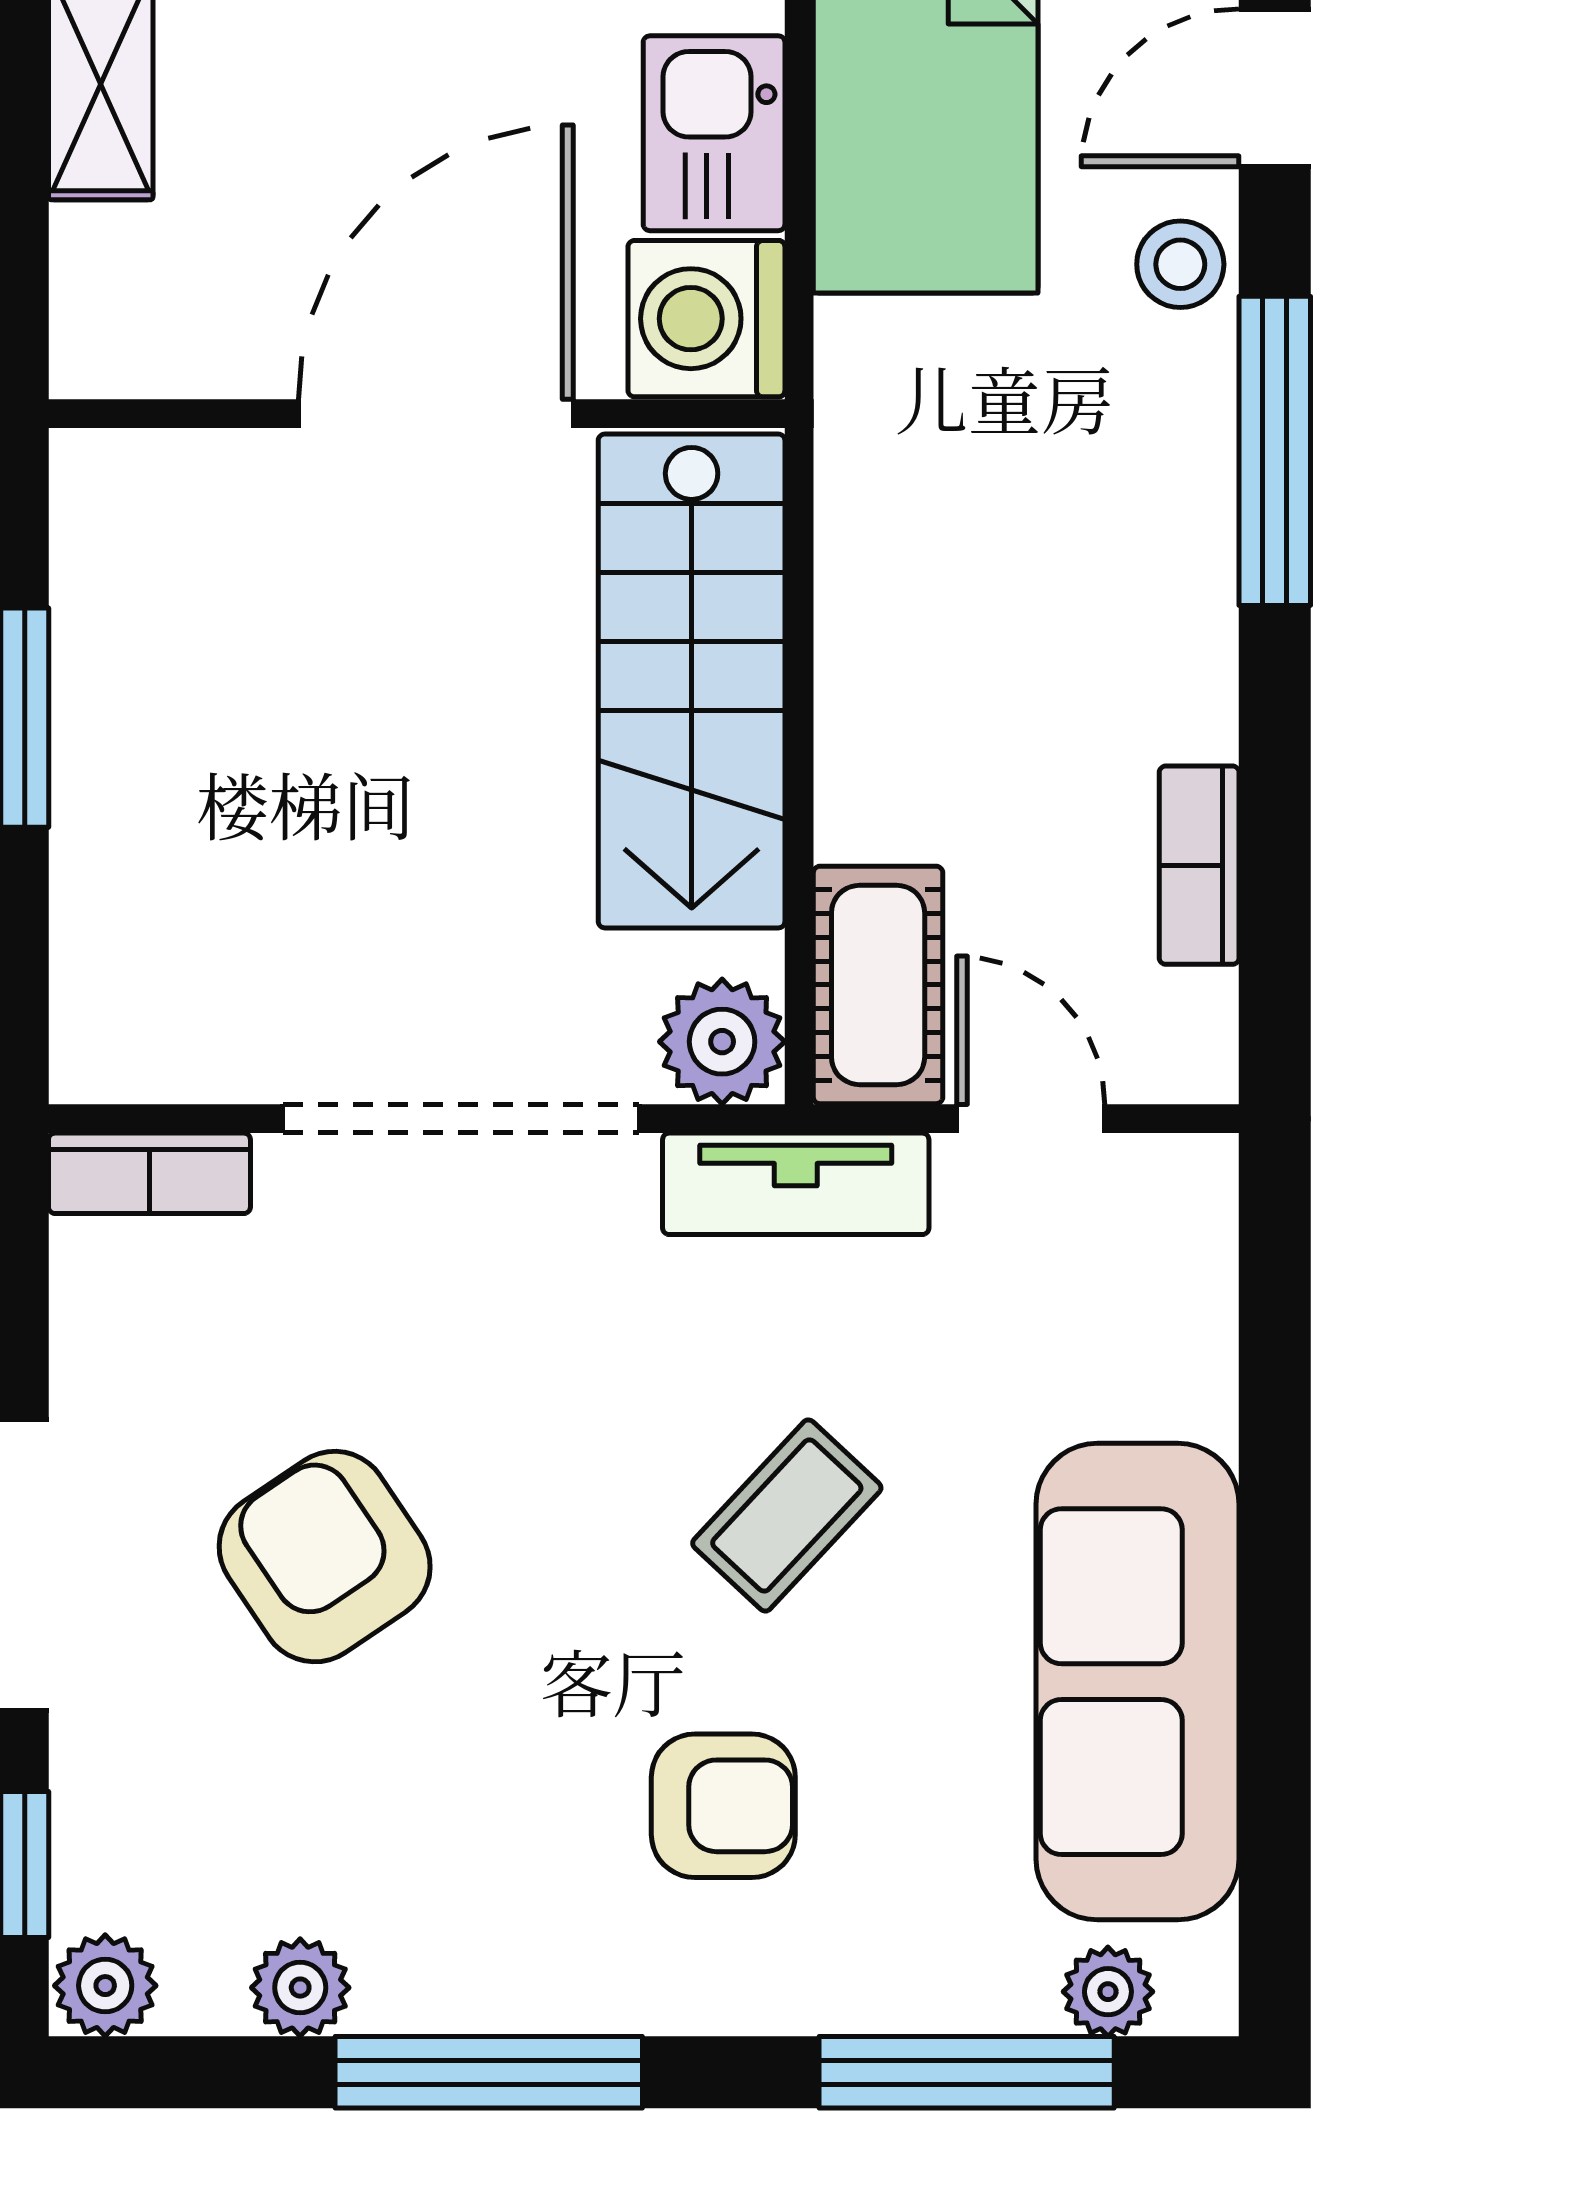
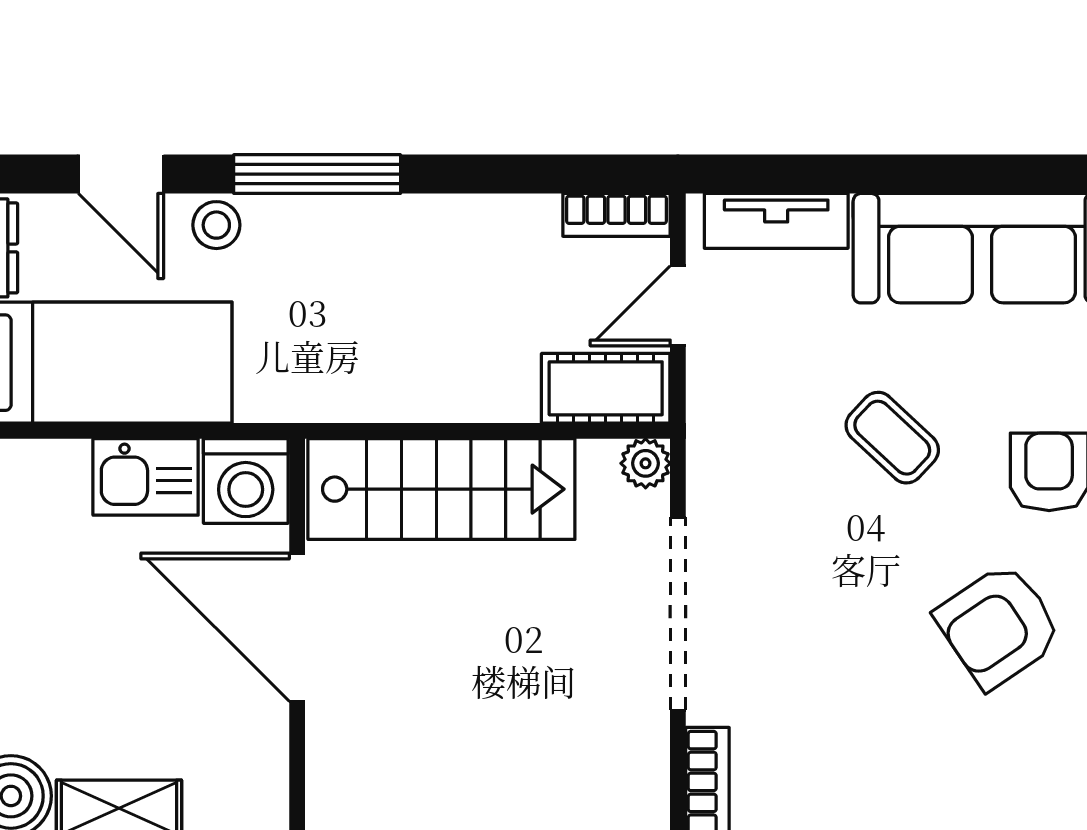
bookcase: (1199, 865) -> (616, 215), moved
plant: (722, 1042) -> (646, 463), width x0.73, depth x0.73
tv unit: (796, 1184) -> (776, 221), moved, turned 90
armchair: (325, 1557) -> (999, 626), moved

